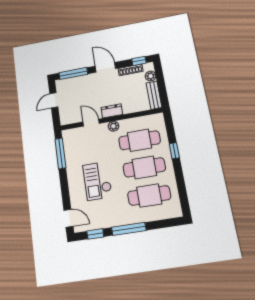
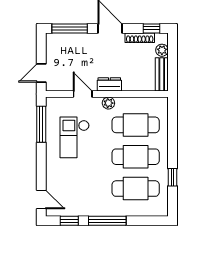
door: (54, 100) -> (41, 73), moved
window: (174, 151) -> (172, 177), moved
checkout: (97, 181) -> (75, 137), moved

